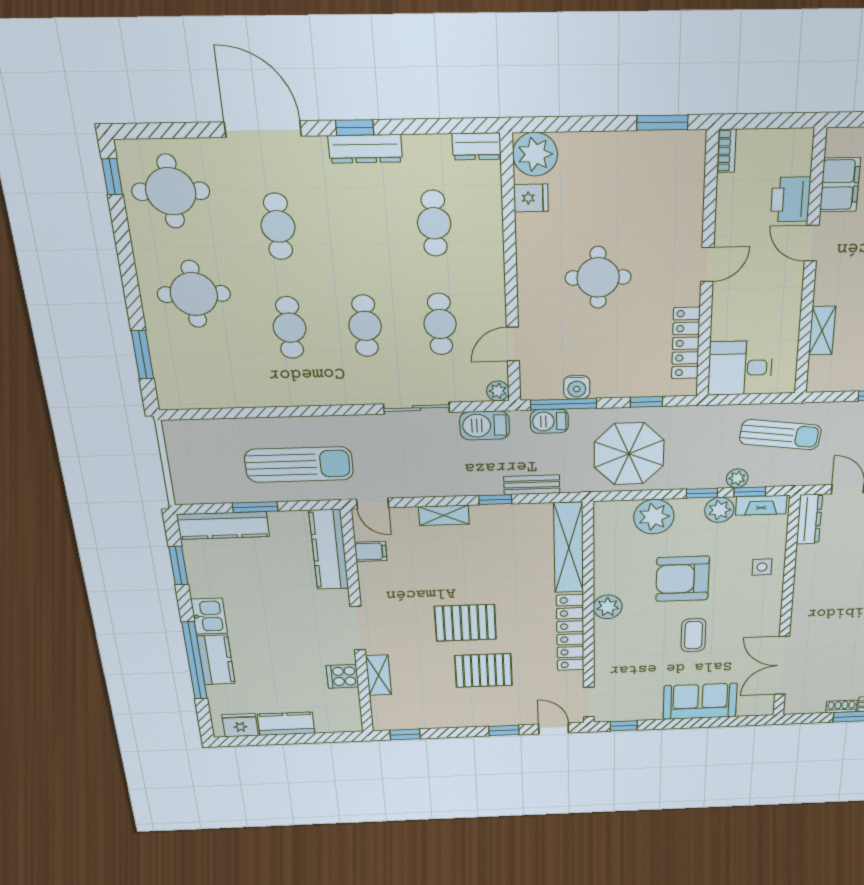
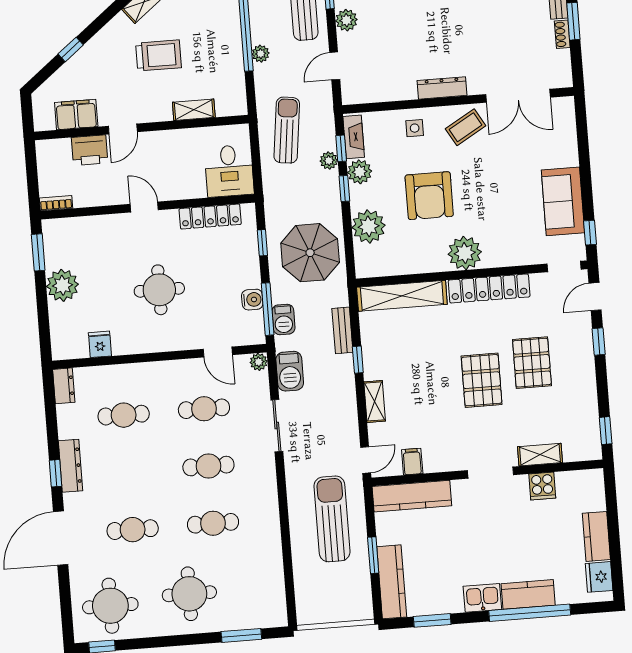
plant: (535, 154) -> (62, 285), moved
dresser: (809, 519) -> (442, 88), moved
plant: (608, 607) -> (465, 253), width x1.36, depth x1.36
coffee table: (693, 635) -> (466, 127), moved, turned -30
sofa: (700, 701) -> (563, 201), moved

